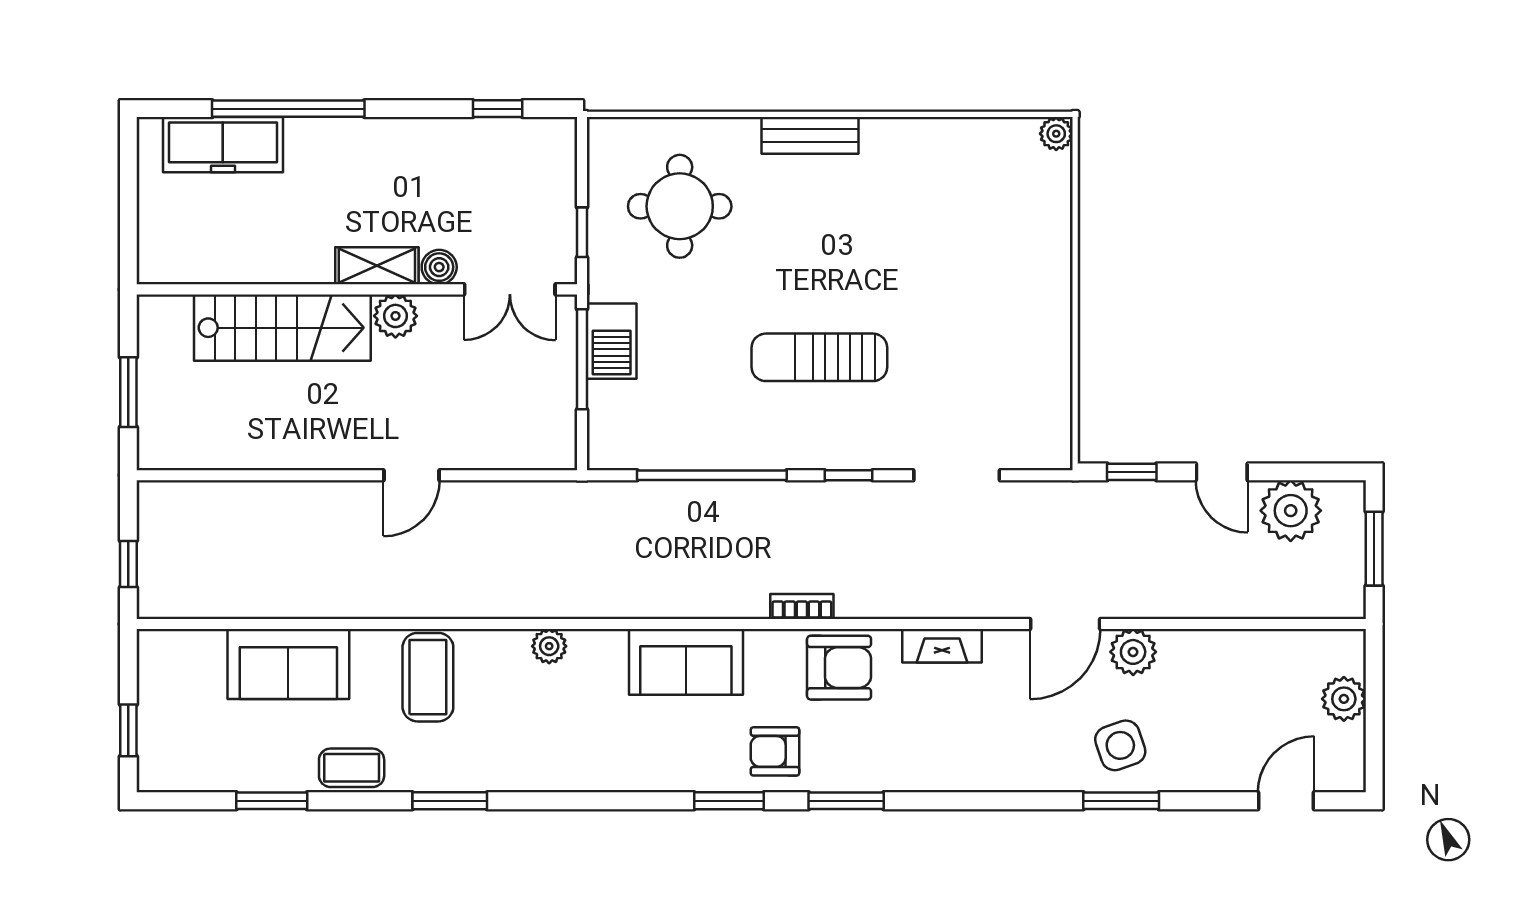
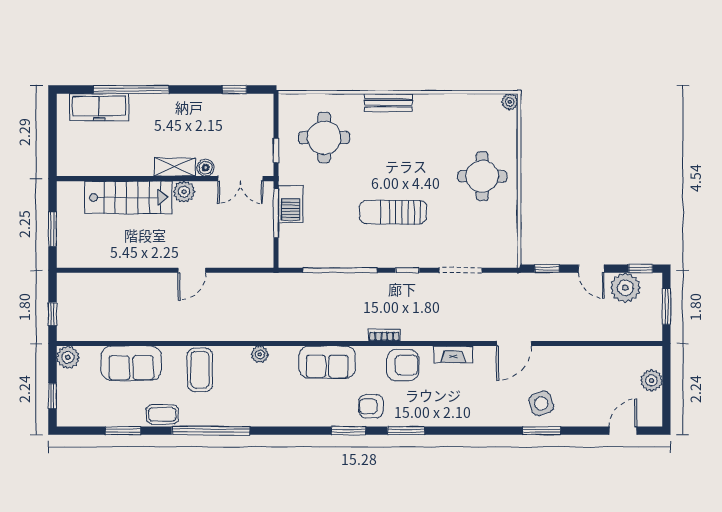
round table: (1000, 285) -> (482, 176), added
window: (1322, 472) -> (641, 269), added
plant: (1133, 652) -> (68, 357), moved
window: (450, 801) -> (211, 431), width x2.11

